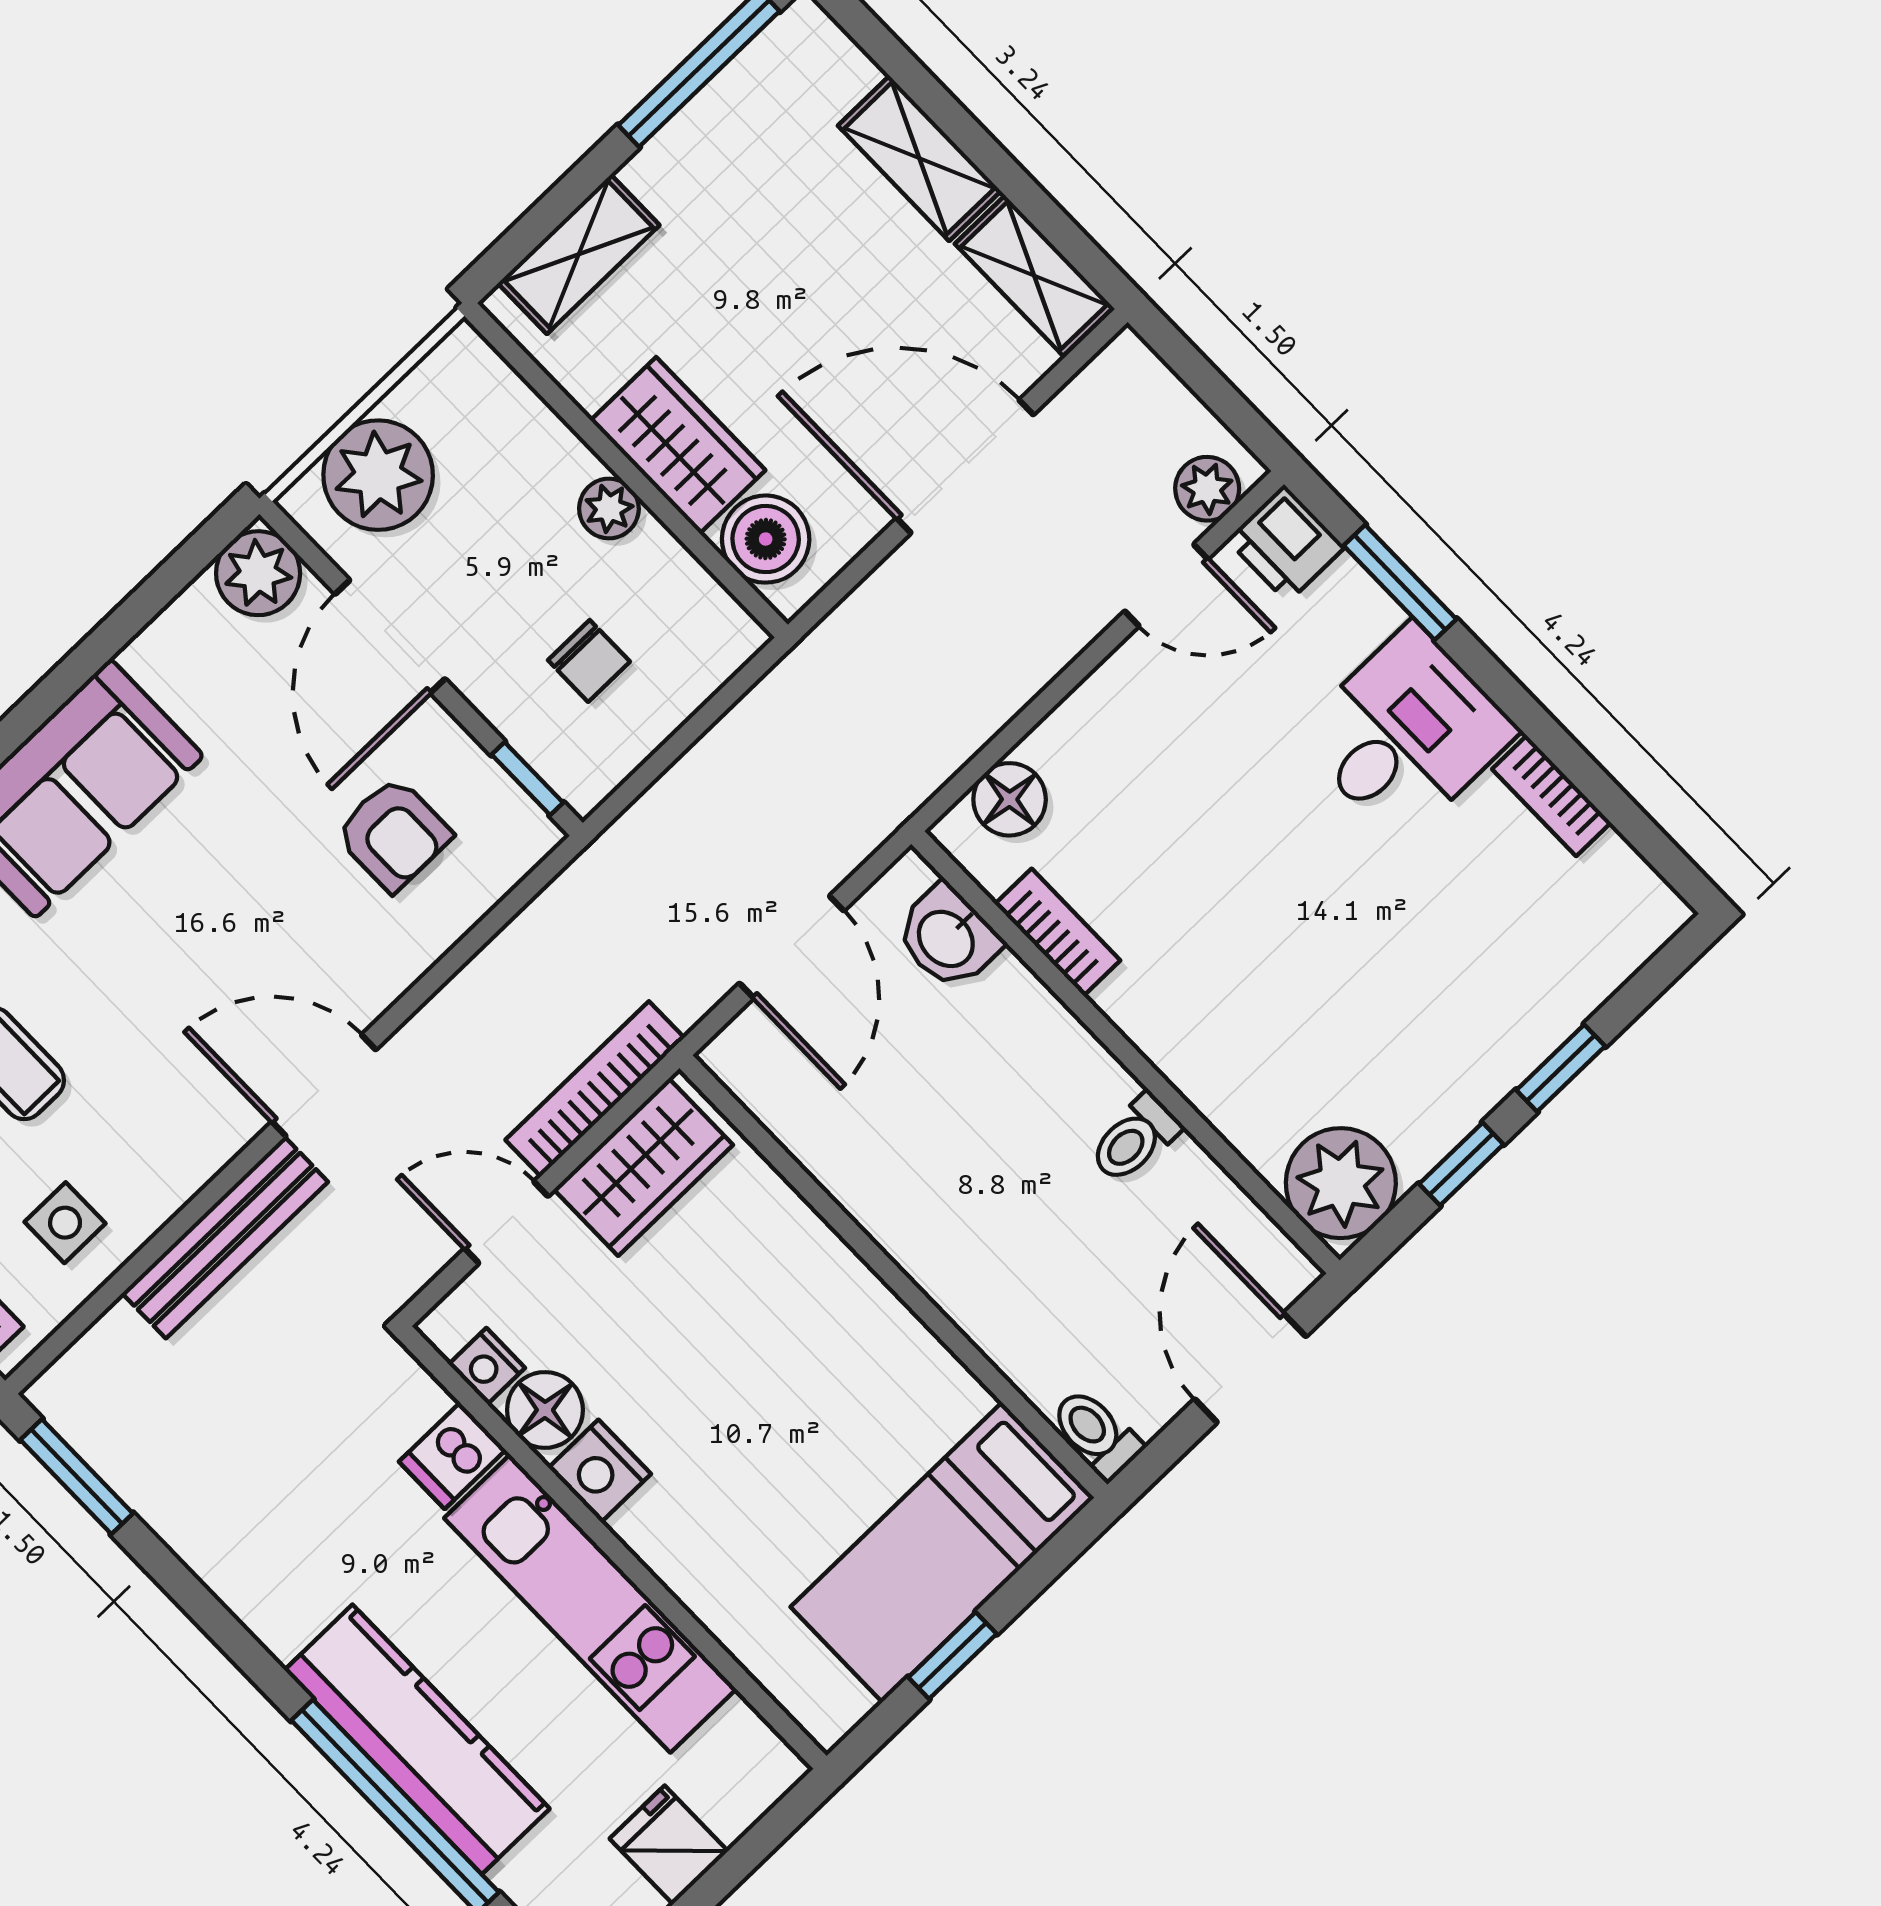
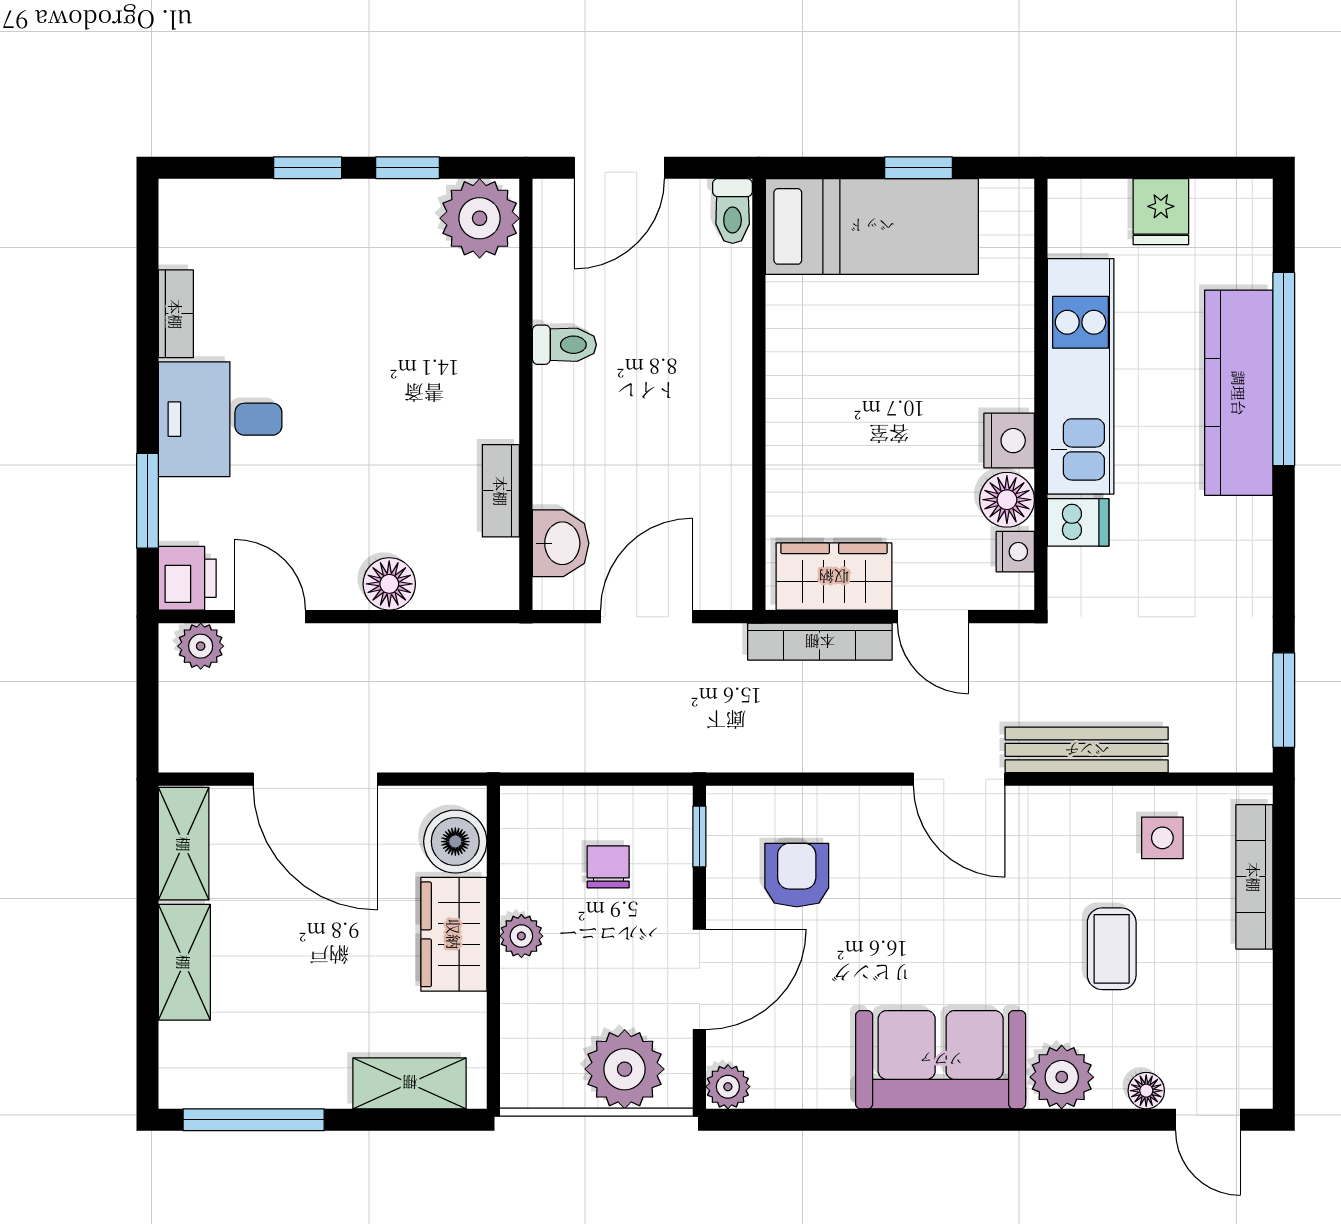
plant: (258, 573) -> (728, 1087), width x0.73, depth x0.73
floor lamp: (1010, 799) -> (389, 584), moved

